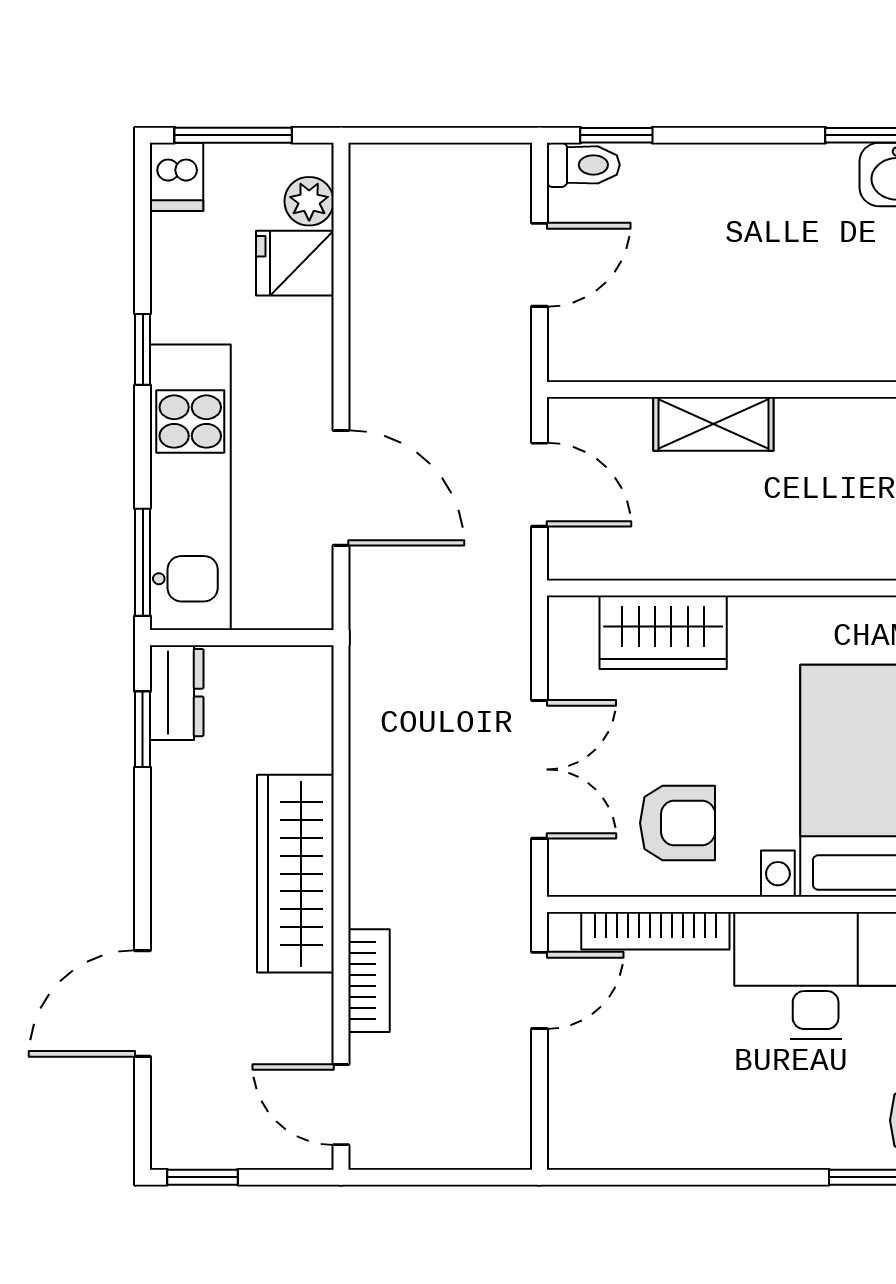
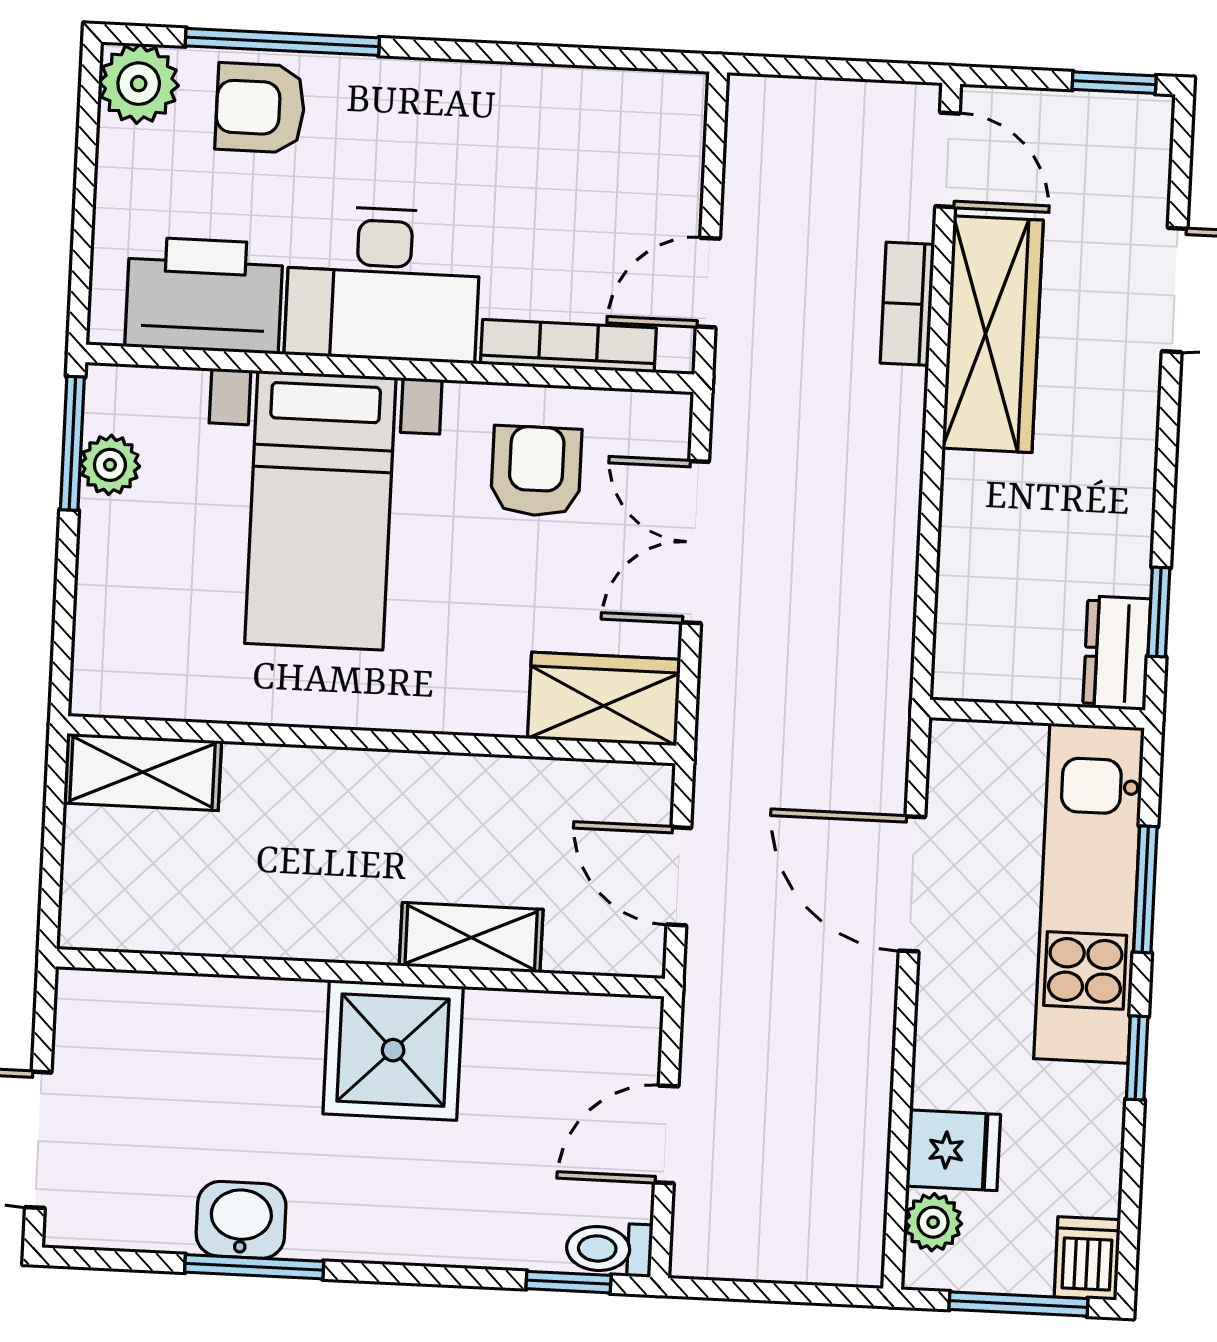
shower: (775, 325) -> (393, 1050), added
window: (143, 562) -> (1145, 889), moved
wardrobe: (663, 632) -> (604, 699), moved
armchair: (678, 823) -> (536, 471), turned 90
wardrobe: (295, 874) -> (993, 334), moved

